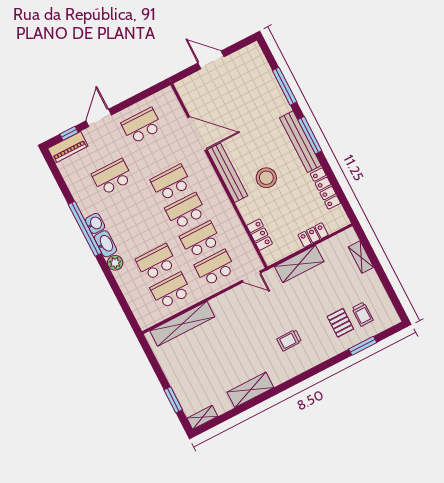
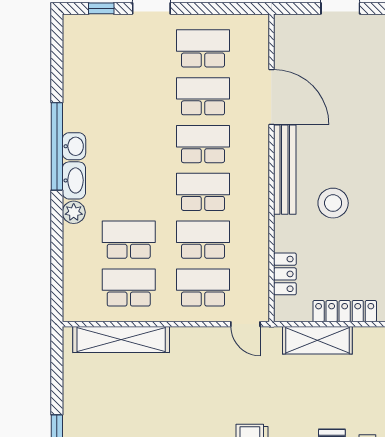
piano: (68, 147) -> (90, 26), removed
school desk: (112, 177) -> (203, 96), moved
locker: (313, 235) -> (345, 311), width x1.53

